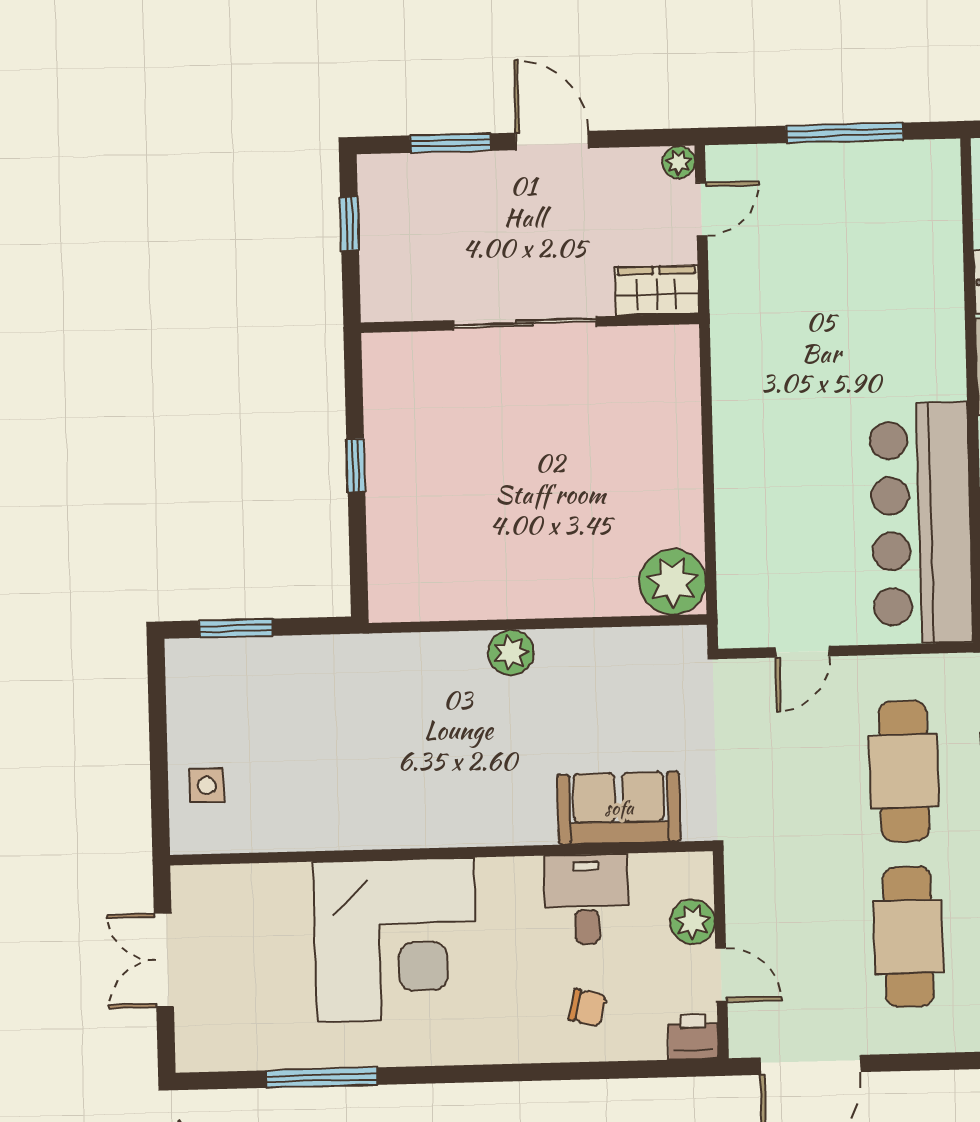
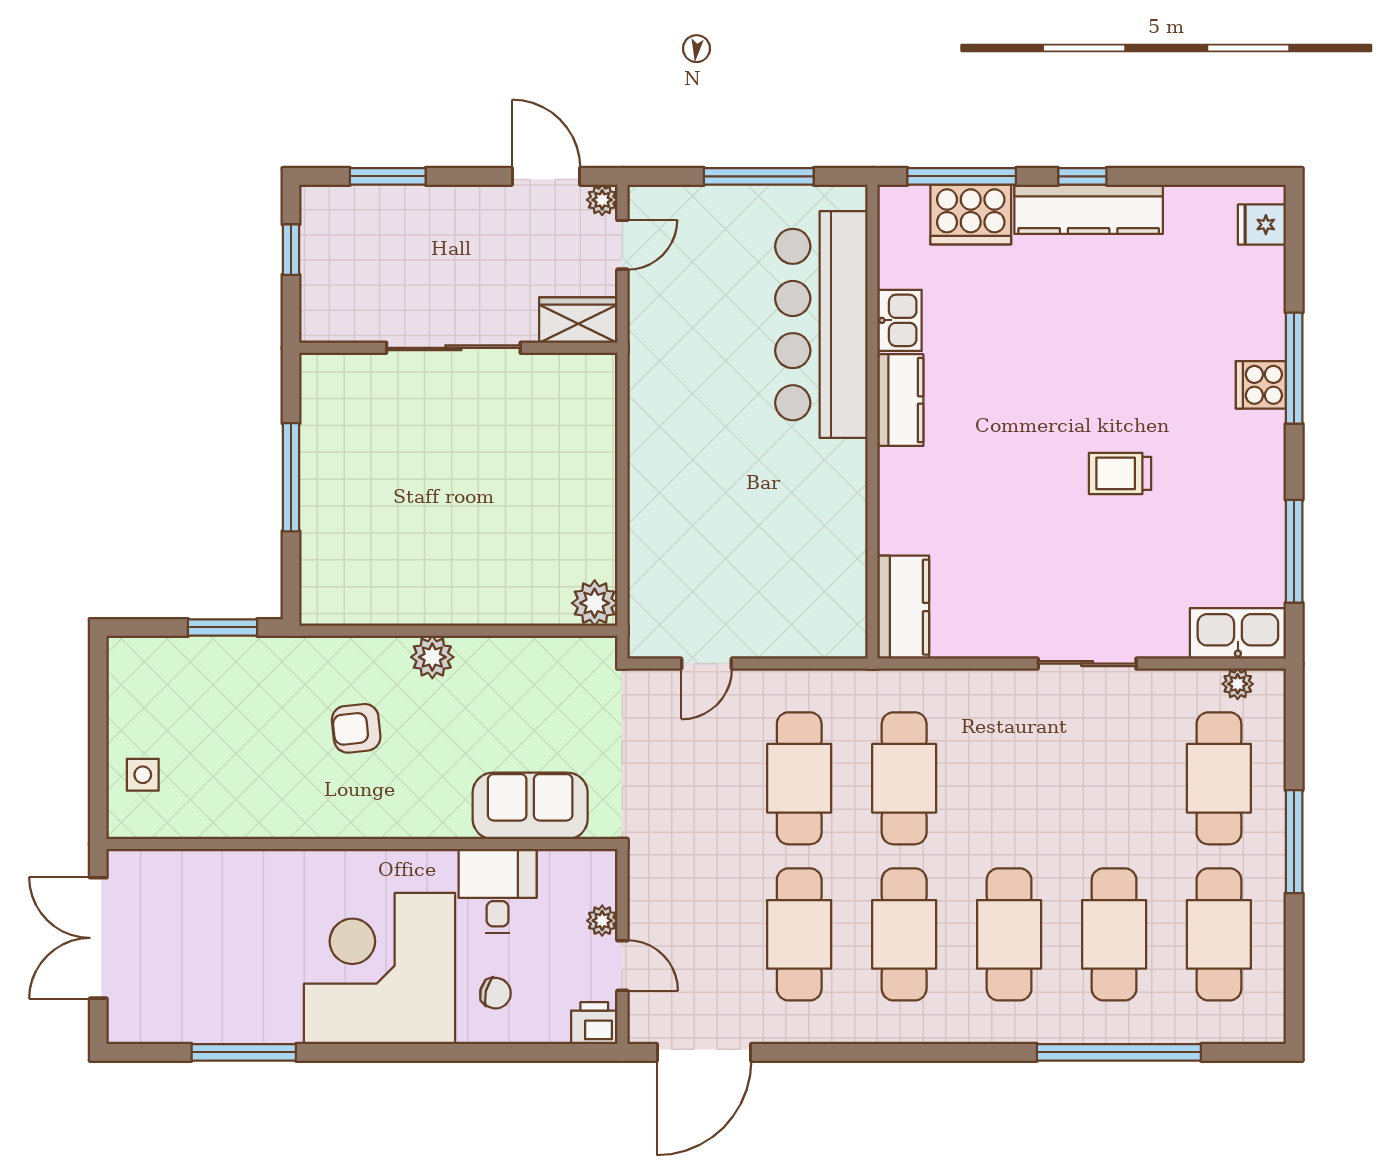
door: (552, 140) -> (546, 176), moved
window: (356, 465) -> (291, 477), width x2.17
bar counter: (921, 523) -> (821, 325), moved
plant: (673, 582) -> (595, 603), width x0.73, depth x0.73
window: (236, 628) -> (223, 627), moved
armchair: (432, 730) -> (356, 728), added
plant: (692, 922) -> (602, 921), width x0.73, depth x0.73
corner desk: (395, 940) -> (380, 969), moved, turned 180
double door: (164, 960) -> (98, 938), width x1.37

